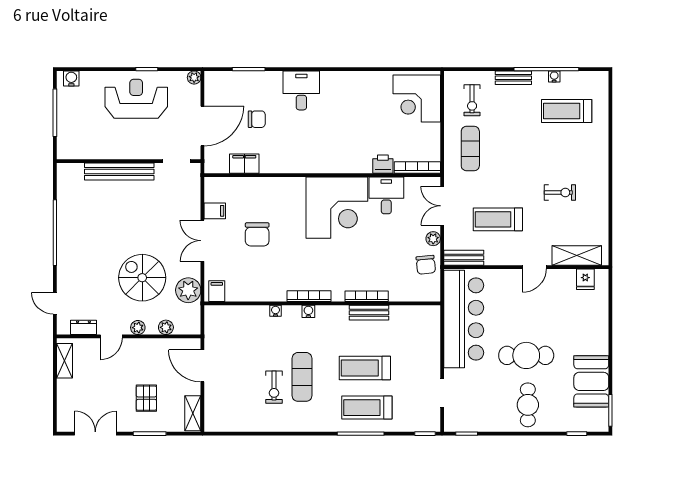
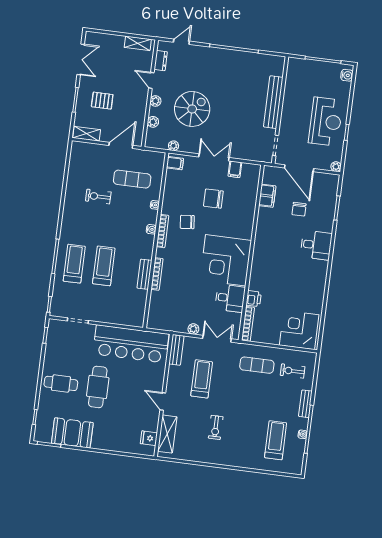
chair: (426, 265) -> (187, 222), moved
plant: (188, 290) -> (174, 146), width x0.53, depth x0.53
exercise mat: (302, 377) -> (132, 179), moved

